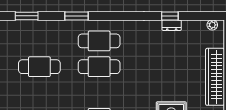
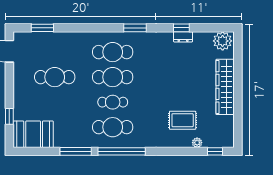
window: (77, 16) -> (135, 28), moved
plant: (212, 25) -> (223, 41), width x1.88, depth x1.88
cafe table: (99, 92) -> (113, 102), added

